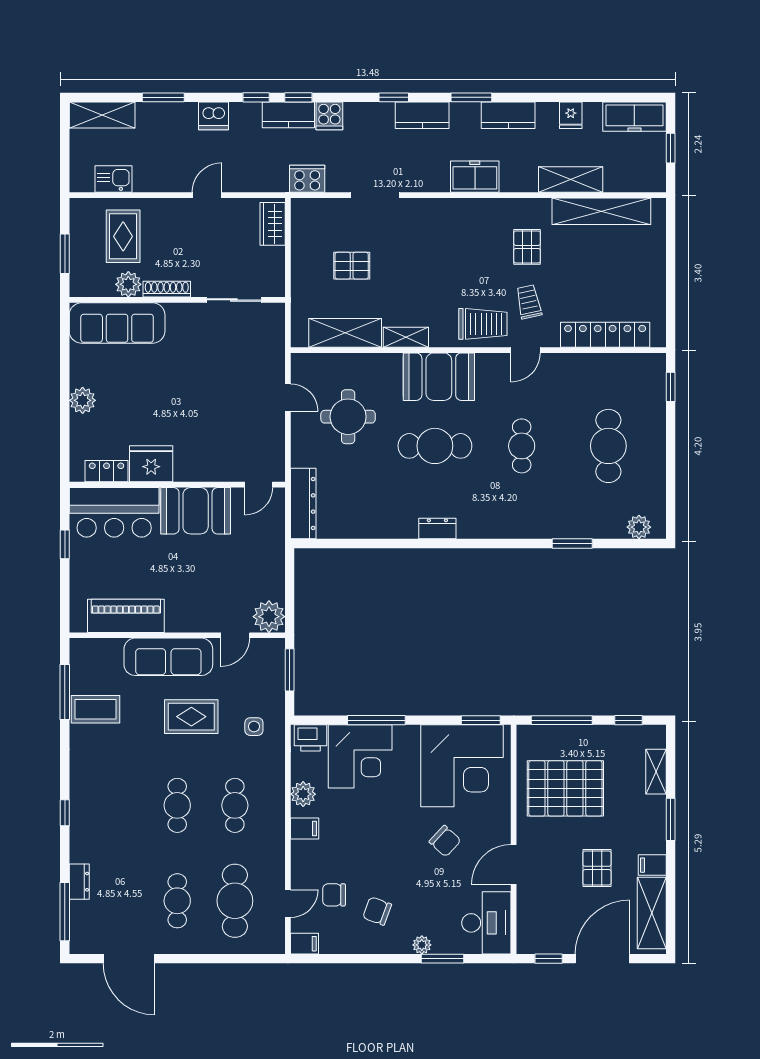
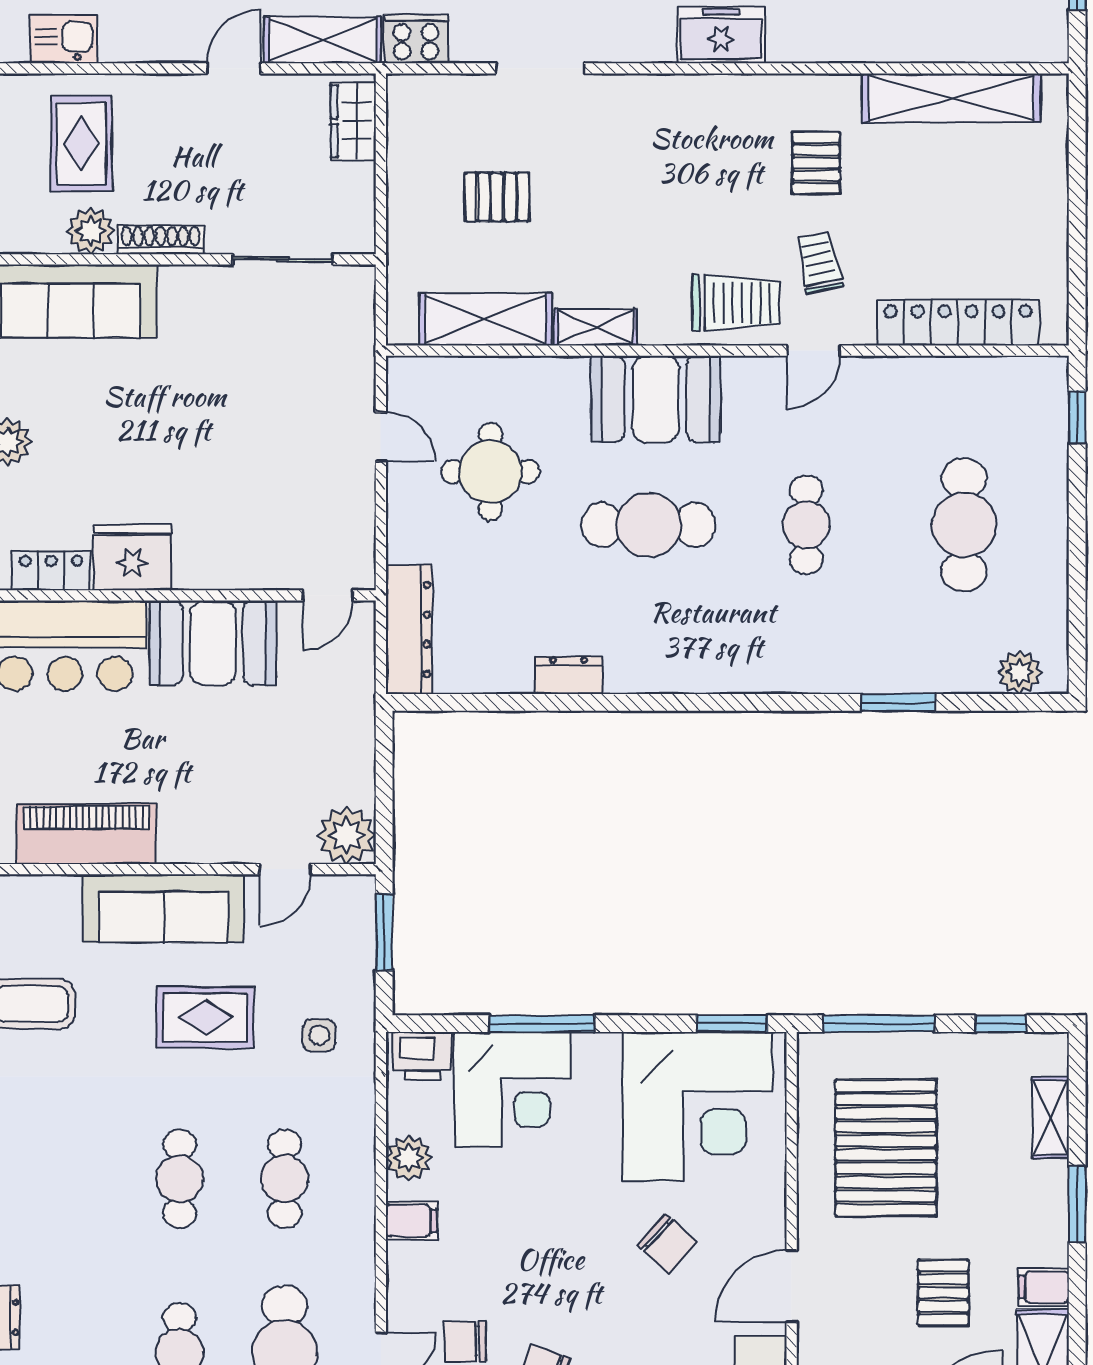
shelving: (571, 179) -> (323, 40), moved
dresser: (437, 529) -> (569, 675), moved
pallet: (565, 788) -> (886, 1148), turned 90

